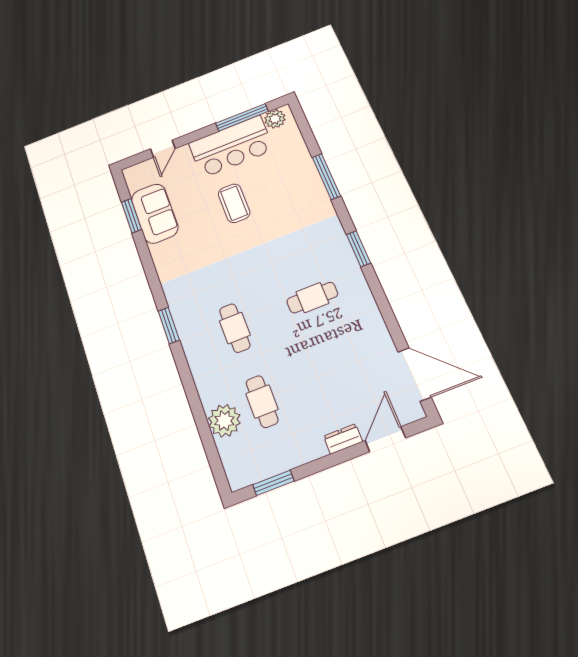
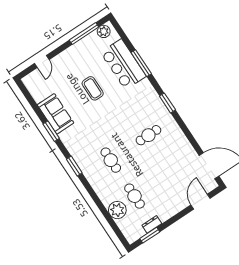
bar counter: (231, 146) -> (123, 64), moved, turned 90
sofa: (155, 213) -> (55, 114), moved
window: (131, 216) -> (51, 131), moved
dresser: (343, 439) -> (152, 224), moved

